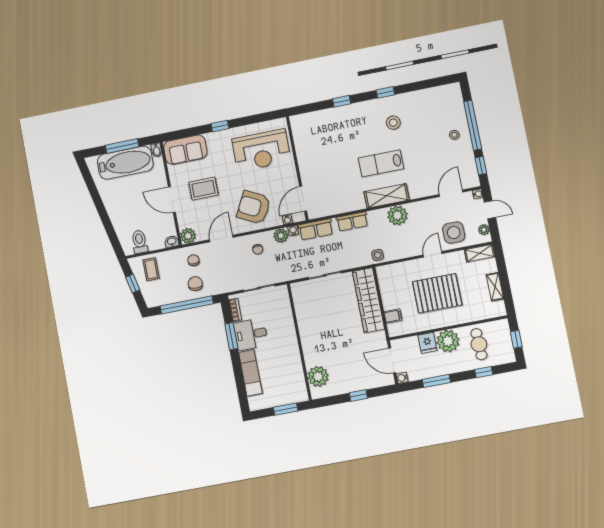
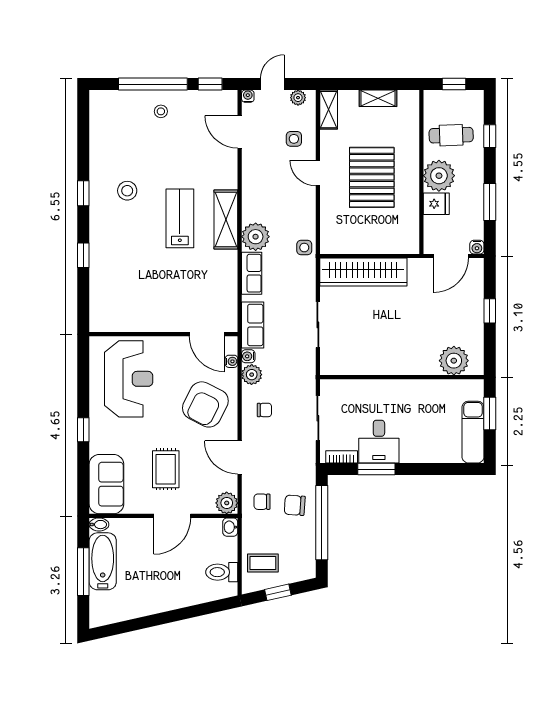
bathtub: (125, 163) -> (103, 561), width x0.73, depth x0.73
lab bench: (381, 163) -> (180, 218), turned 180
plant: (397, 215) -> (256, 237), moved
side table: (454, 233) -> (294, 139), width x0.54, depth x0.54
filing cabinet: (393, 316) -> (391, 243), removed
exam couch: (250, 373) -> (473, 432), moved, turned -90

